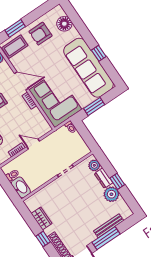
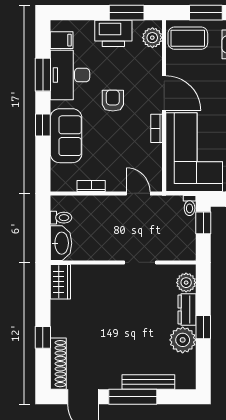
window: (83, 131) -> (203, 223), added
door: (33, 144) -> (138, 193), moved
wardrobe: (42, 218) -> (60, 282), moved

